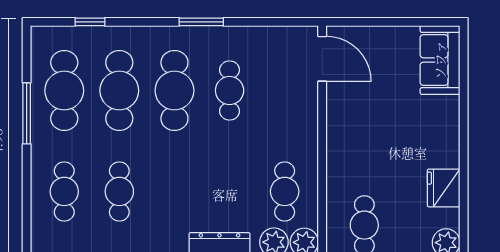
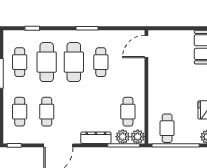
door: (322, 59) -> (146, 46), swing flipped
cafe table: (64, 91) -> (20, 62), width x0.73, depth x0.74

